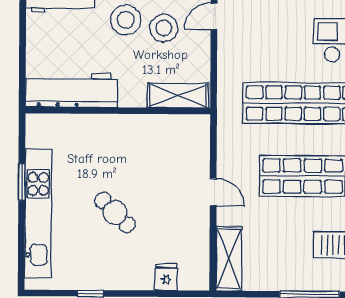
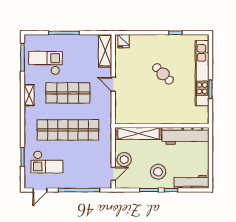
stool: (164, 28) -> (124, 160), moved
shelving: (178, 96) -> (139, 133), width x1.47
fridge: (166, 277) -> (123, 41), moved

